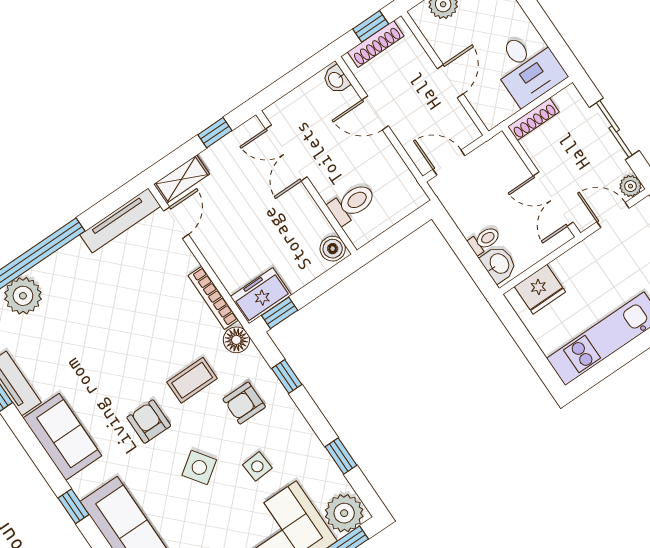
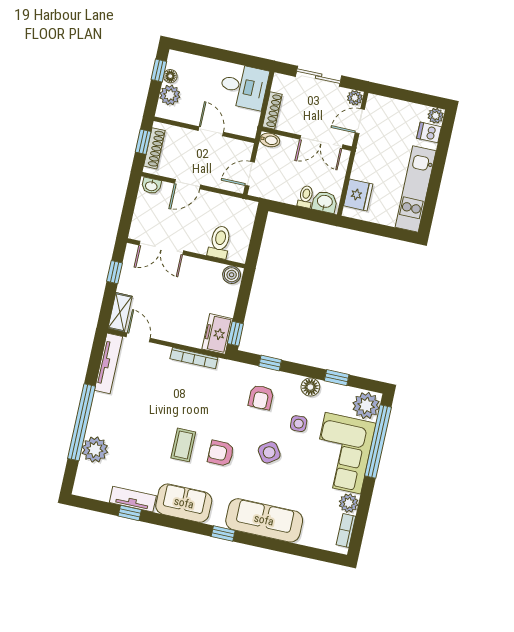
bidet: (502, 147) -> (270, 140), added
floor lamp: (236, 340) -> (310, 387), moved
coffee table: (192, 380) -> (183, 445), moved

